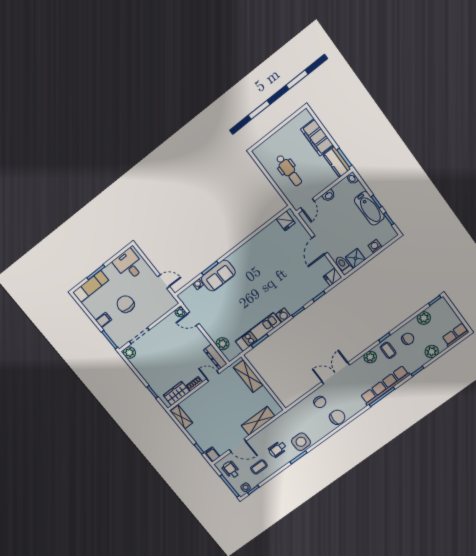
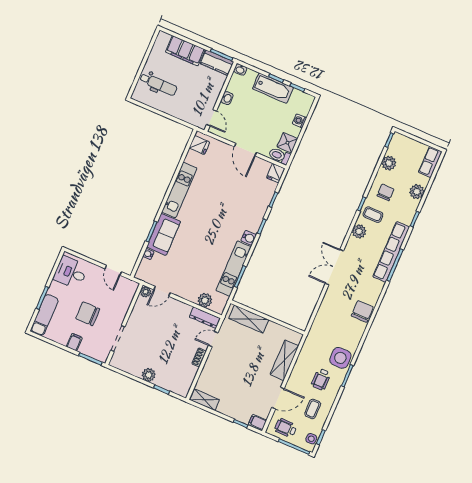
dental chair: (289, 170) -> (158, 84), moved
kitchen unit: (250, 248) -> (179, 190), added
door: (164, 282) -> (113, 270), swing flipped
plant: (129, 353) -> (149, 375), moved
wardrobe: (177, 393) -> (187, 377), removed
chair: (320, 402) -> (336, 306), removed

